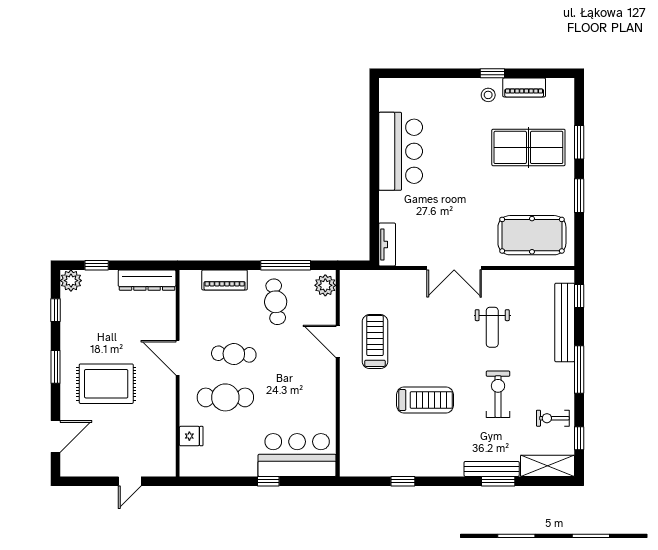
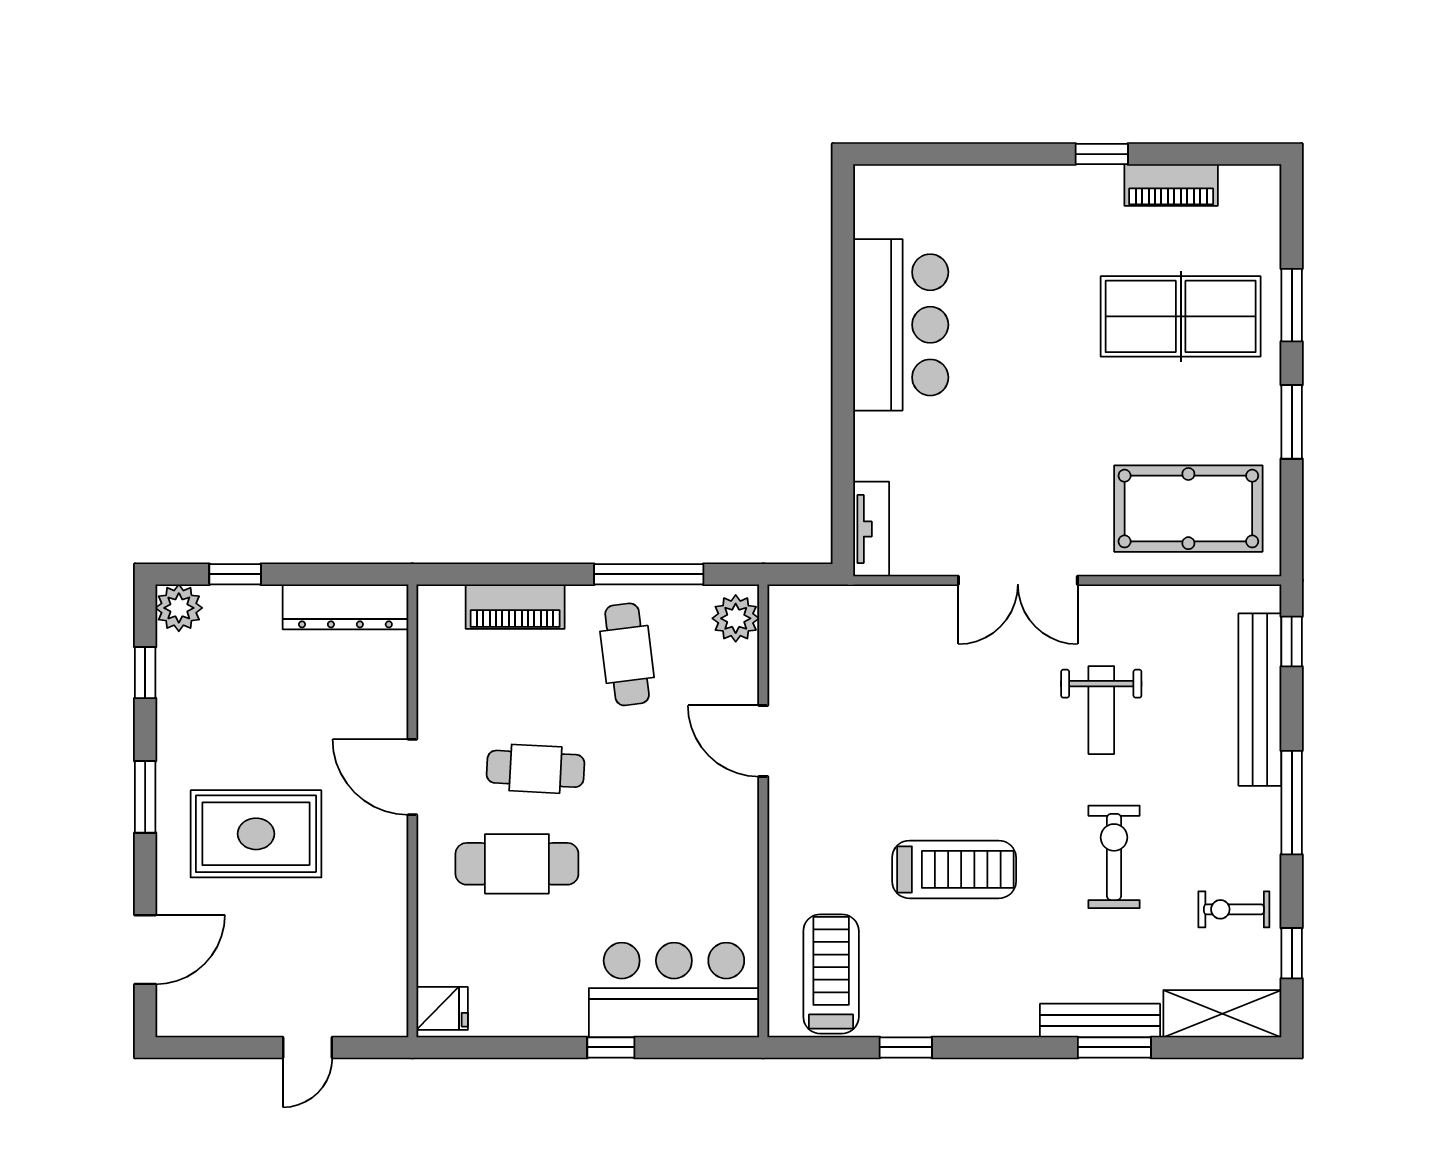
stool: (488, 95) -> (1092, 201), removed
treadmill: (375, 342) -> (831, 974), moved
fridge: (191, 436) -> (442, 1008), moved

